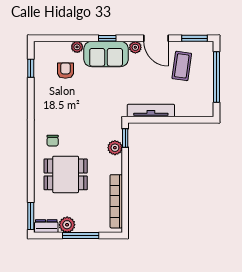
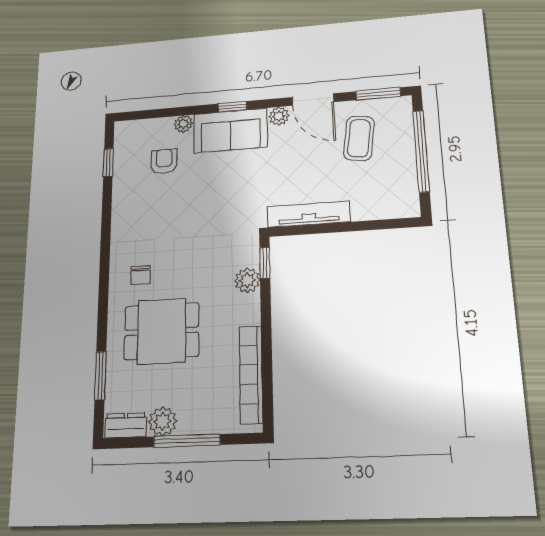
window: (31, 216) -> (100, 376), moved

